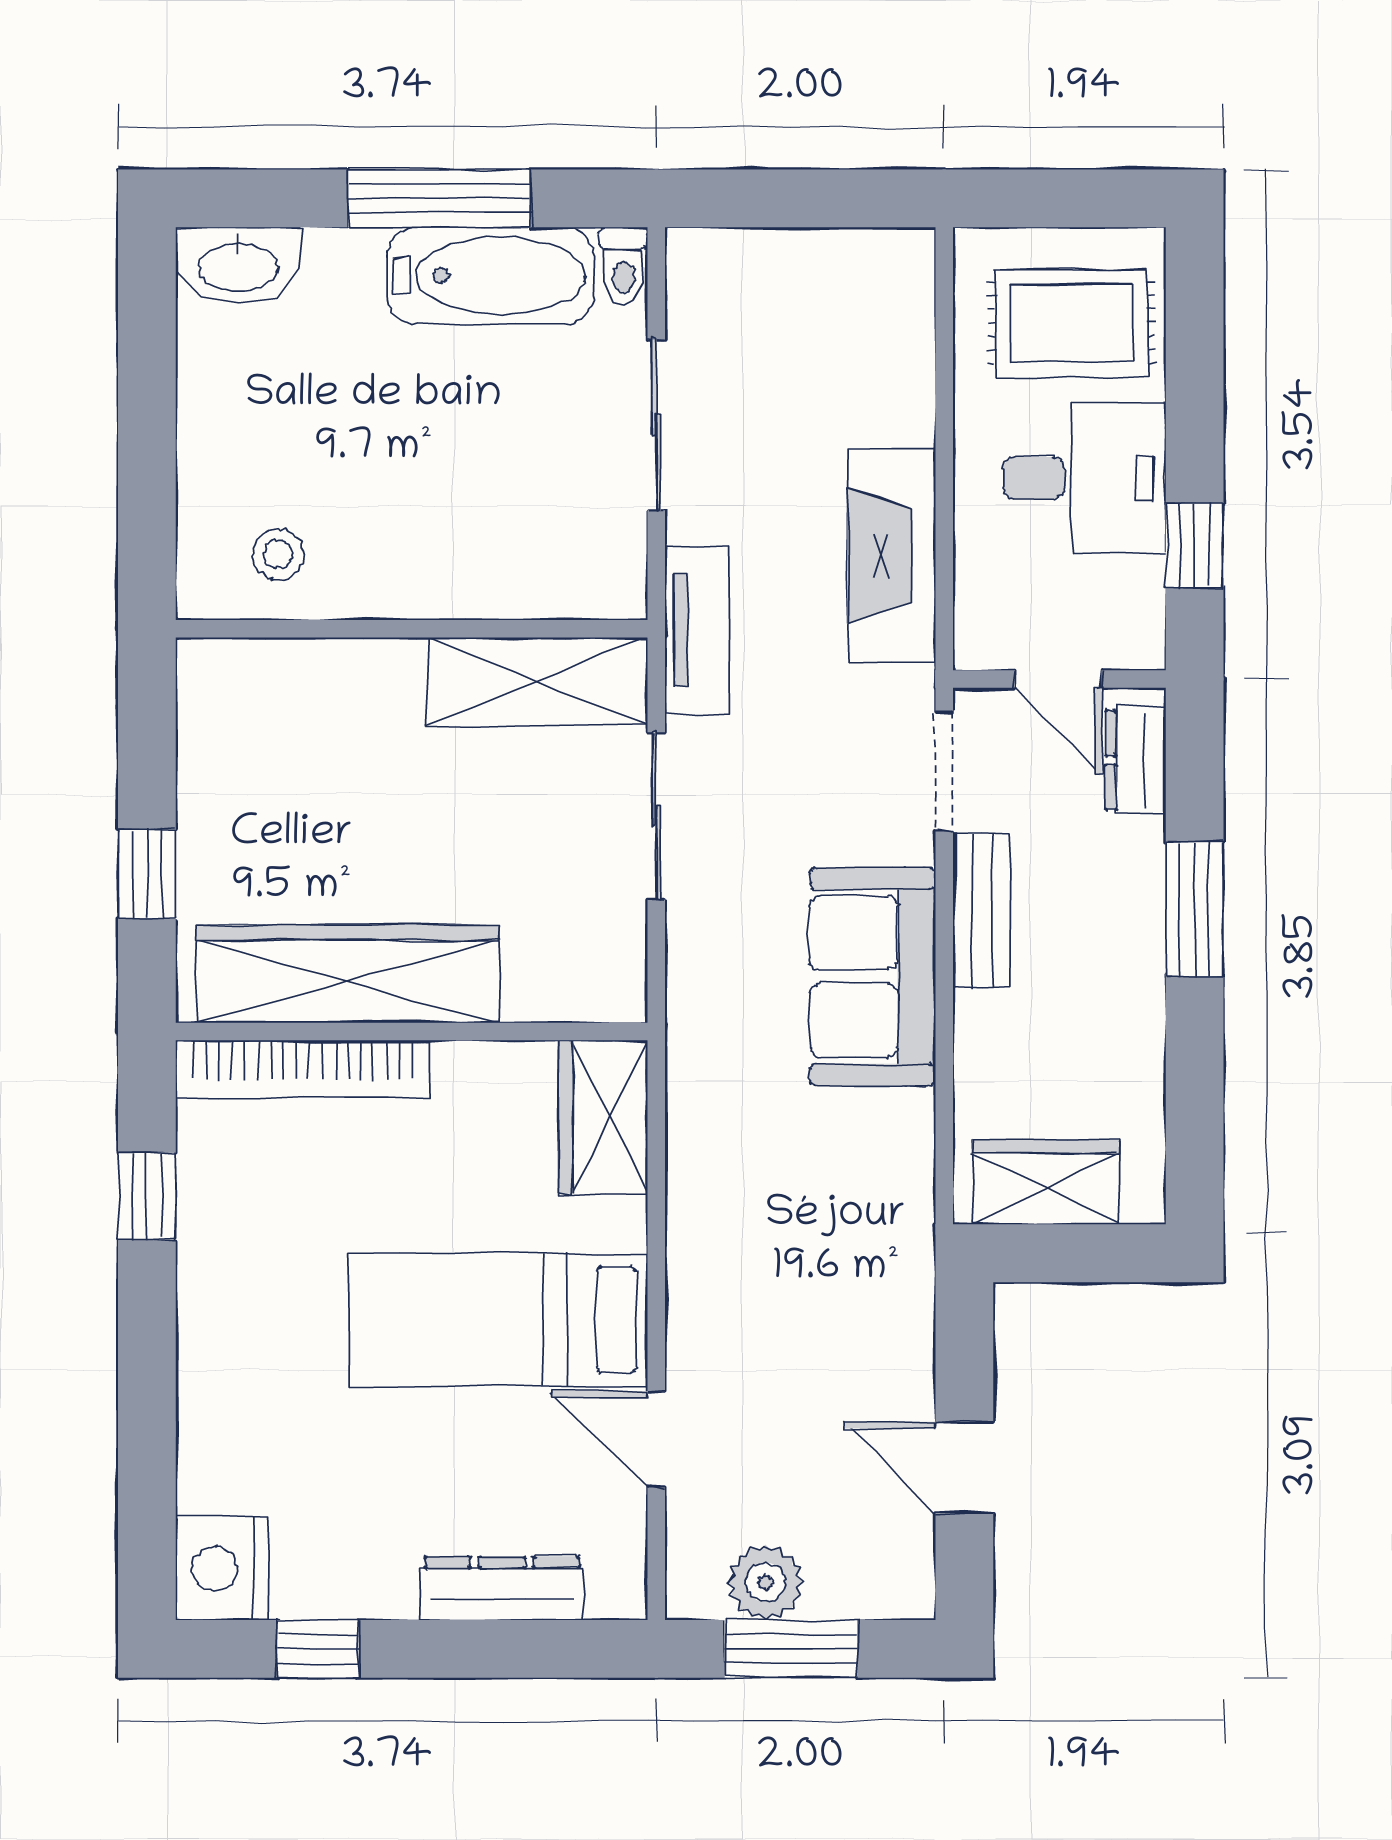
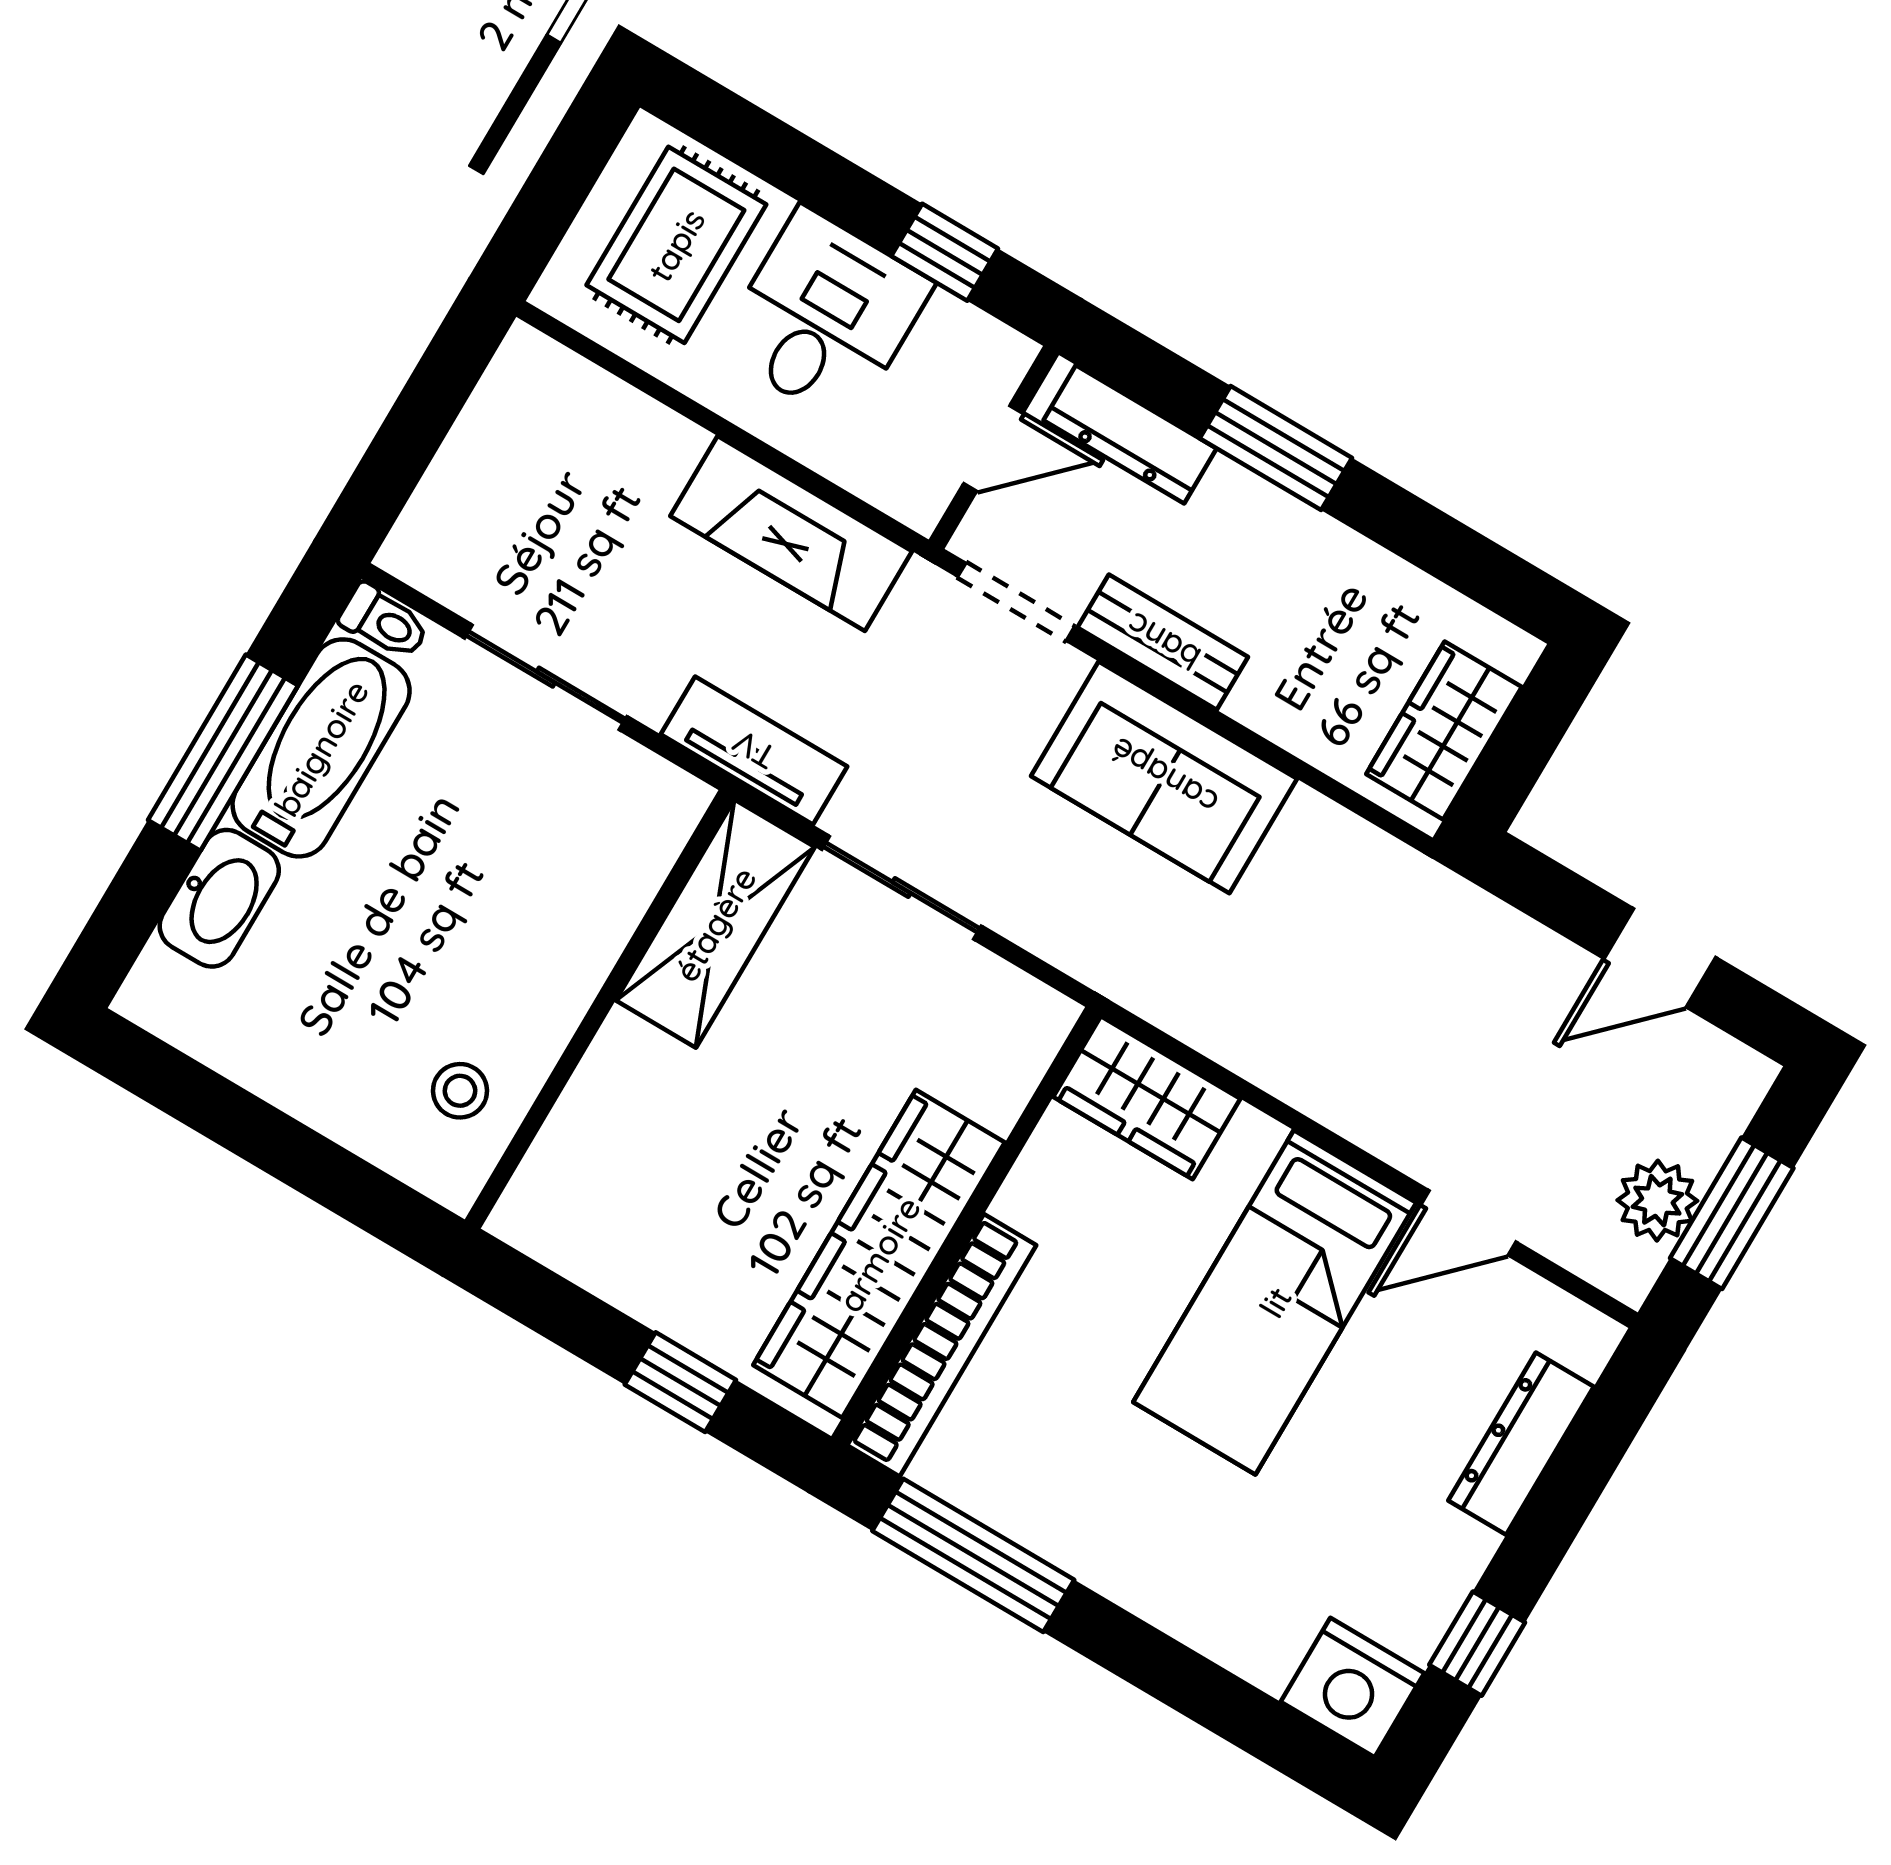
washbasin: (238, 265) -> (219, 898), moved
dresser: (1136, 760) -> (1130, 434), width x1.44
window: (147, 1196) -> (973, 1555), width x2.17

